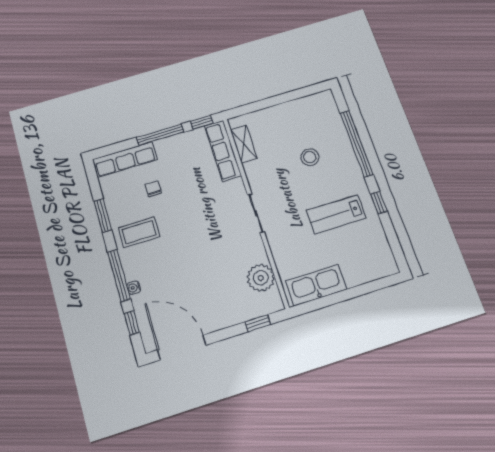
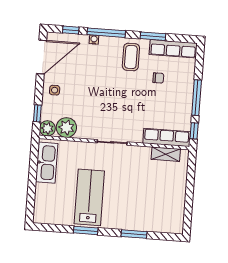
window: (357, 144) -> (134, 234), width x0.47
stool: (310, 157) -> (137, 197), removed
row of seats: (125, 160) -> (173, 49), moved, turned -90
window: (379, 202) -> (86, 230), width x1.50
lab bench: (336, 214) -> (89, 197), width x1.36, depth x1.39
plant: (272, 302) -> (47, 128), added
side table: (219, 313) -> (55, 90), added

